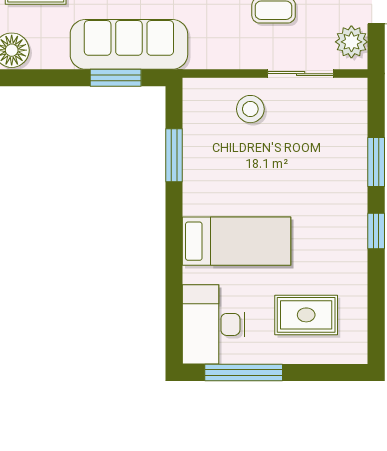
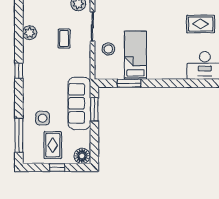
bed: (236, 241) -> (135, 55), moved
rug: (306, 315) -> (201, 24), turned 90

